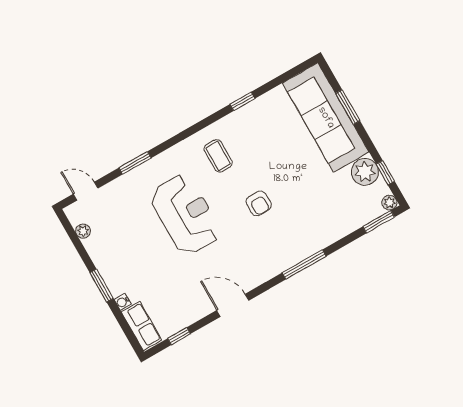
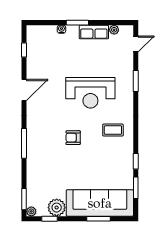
window: (278, 81) -> (136, 188), added
row of seats: (141, 326) -> (94, 32), moved

